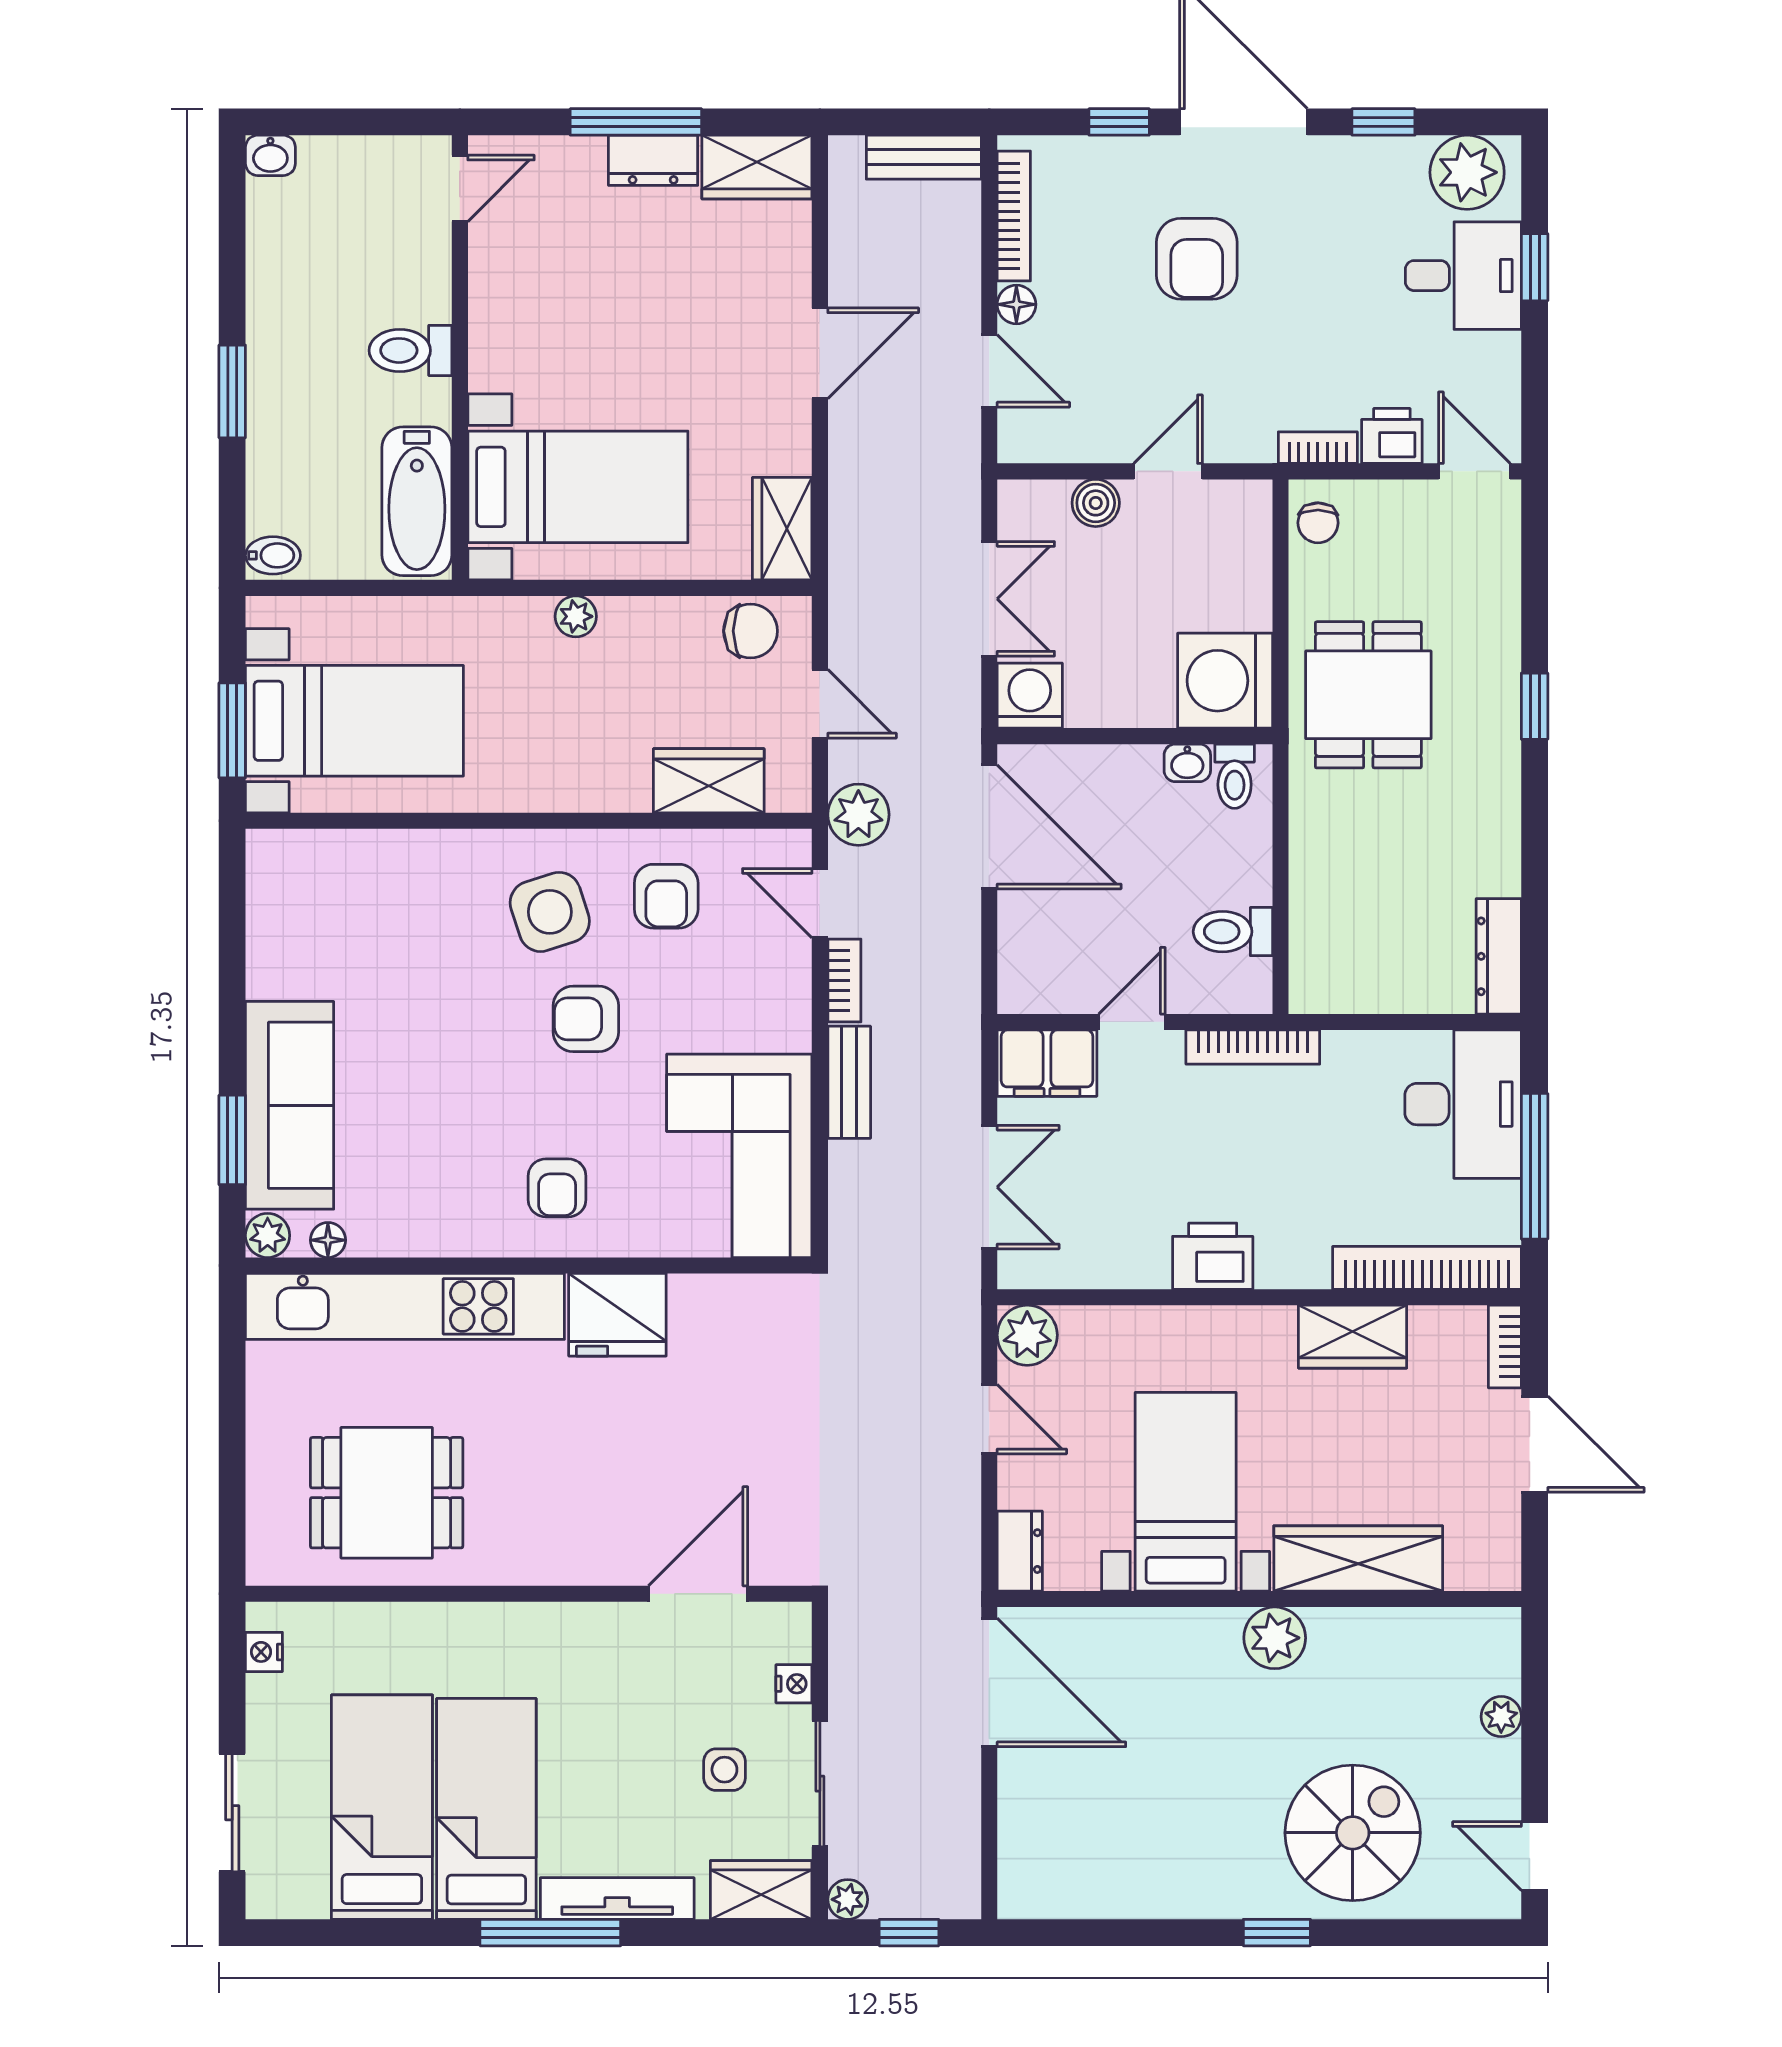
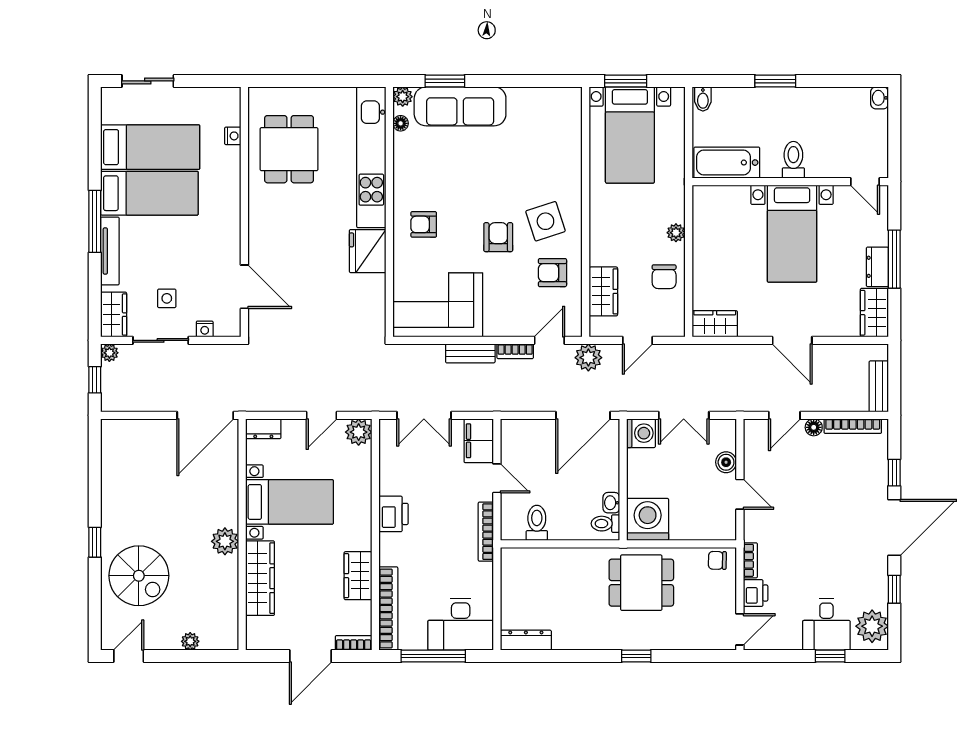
armchair: (1197, 259) -> (834, 507), removed
bed with nightstands: (578, 487) -> (792, 234), moved
chair: (750, 631) -> (664, 277), moved
nightstand: (264, 1652) -> (233, 136), moved, turned 90

